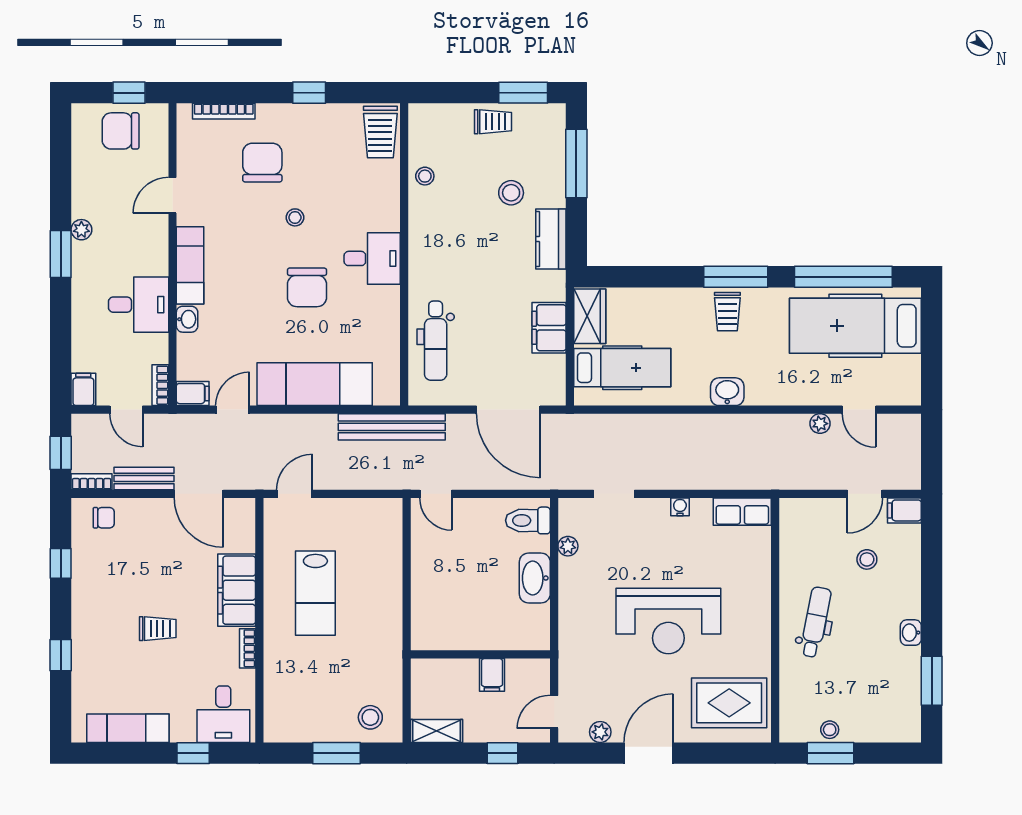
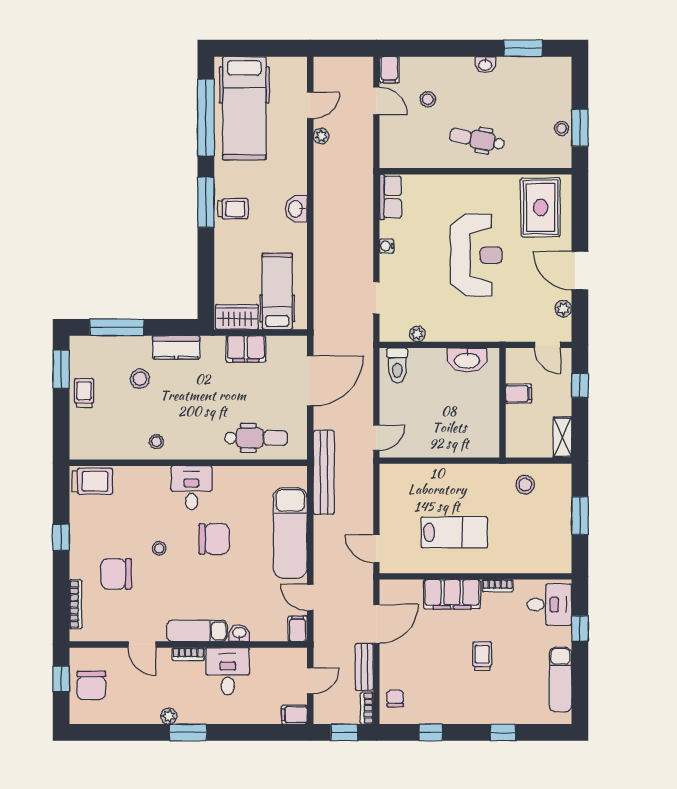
stool: (425, 176) -> (156, 442), moved
bookcase: (160, 385) -> (188, 654), moved
washbasin: (535, 578) -> (467, 360), moved
stool: (370, 717) -> (525, 485), moved

